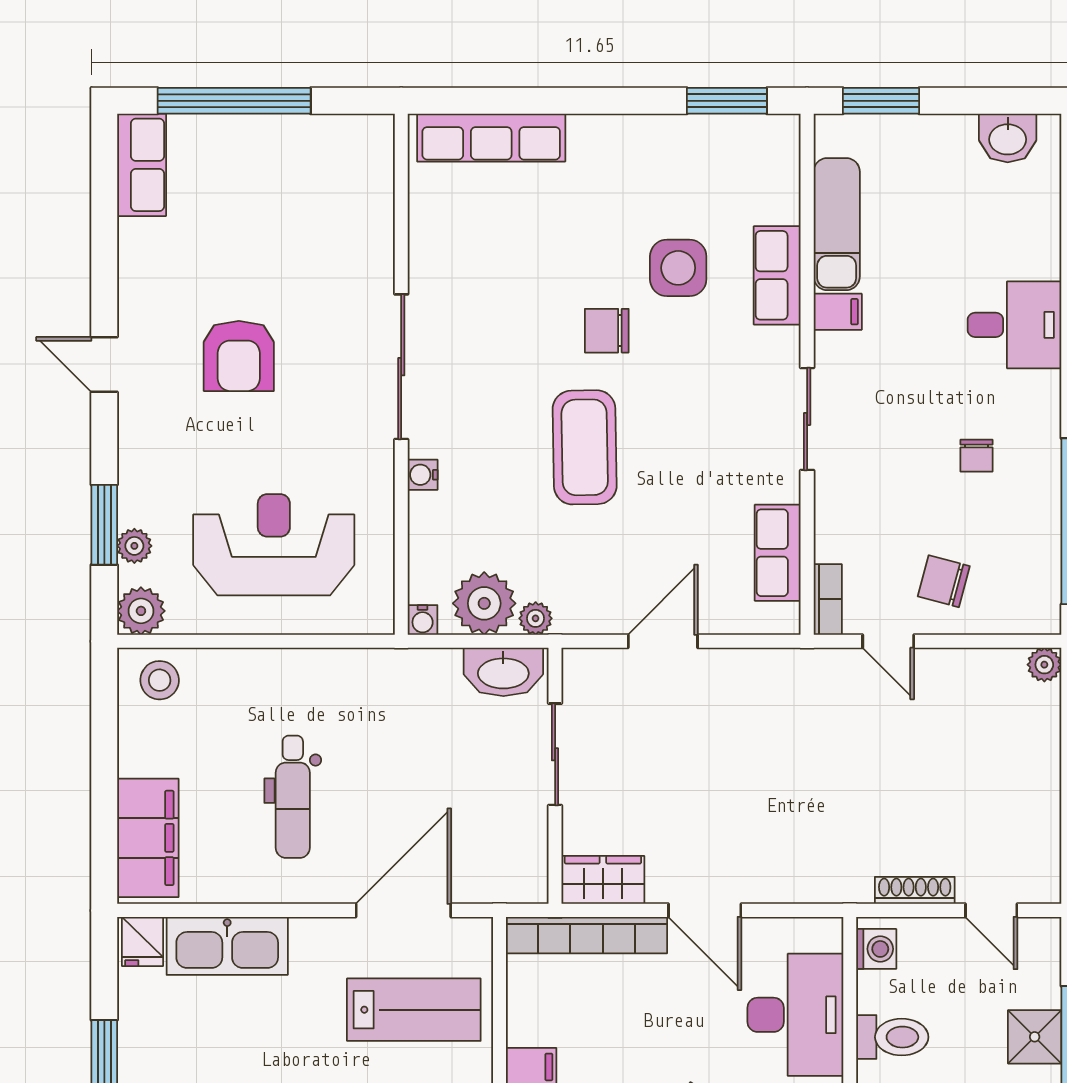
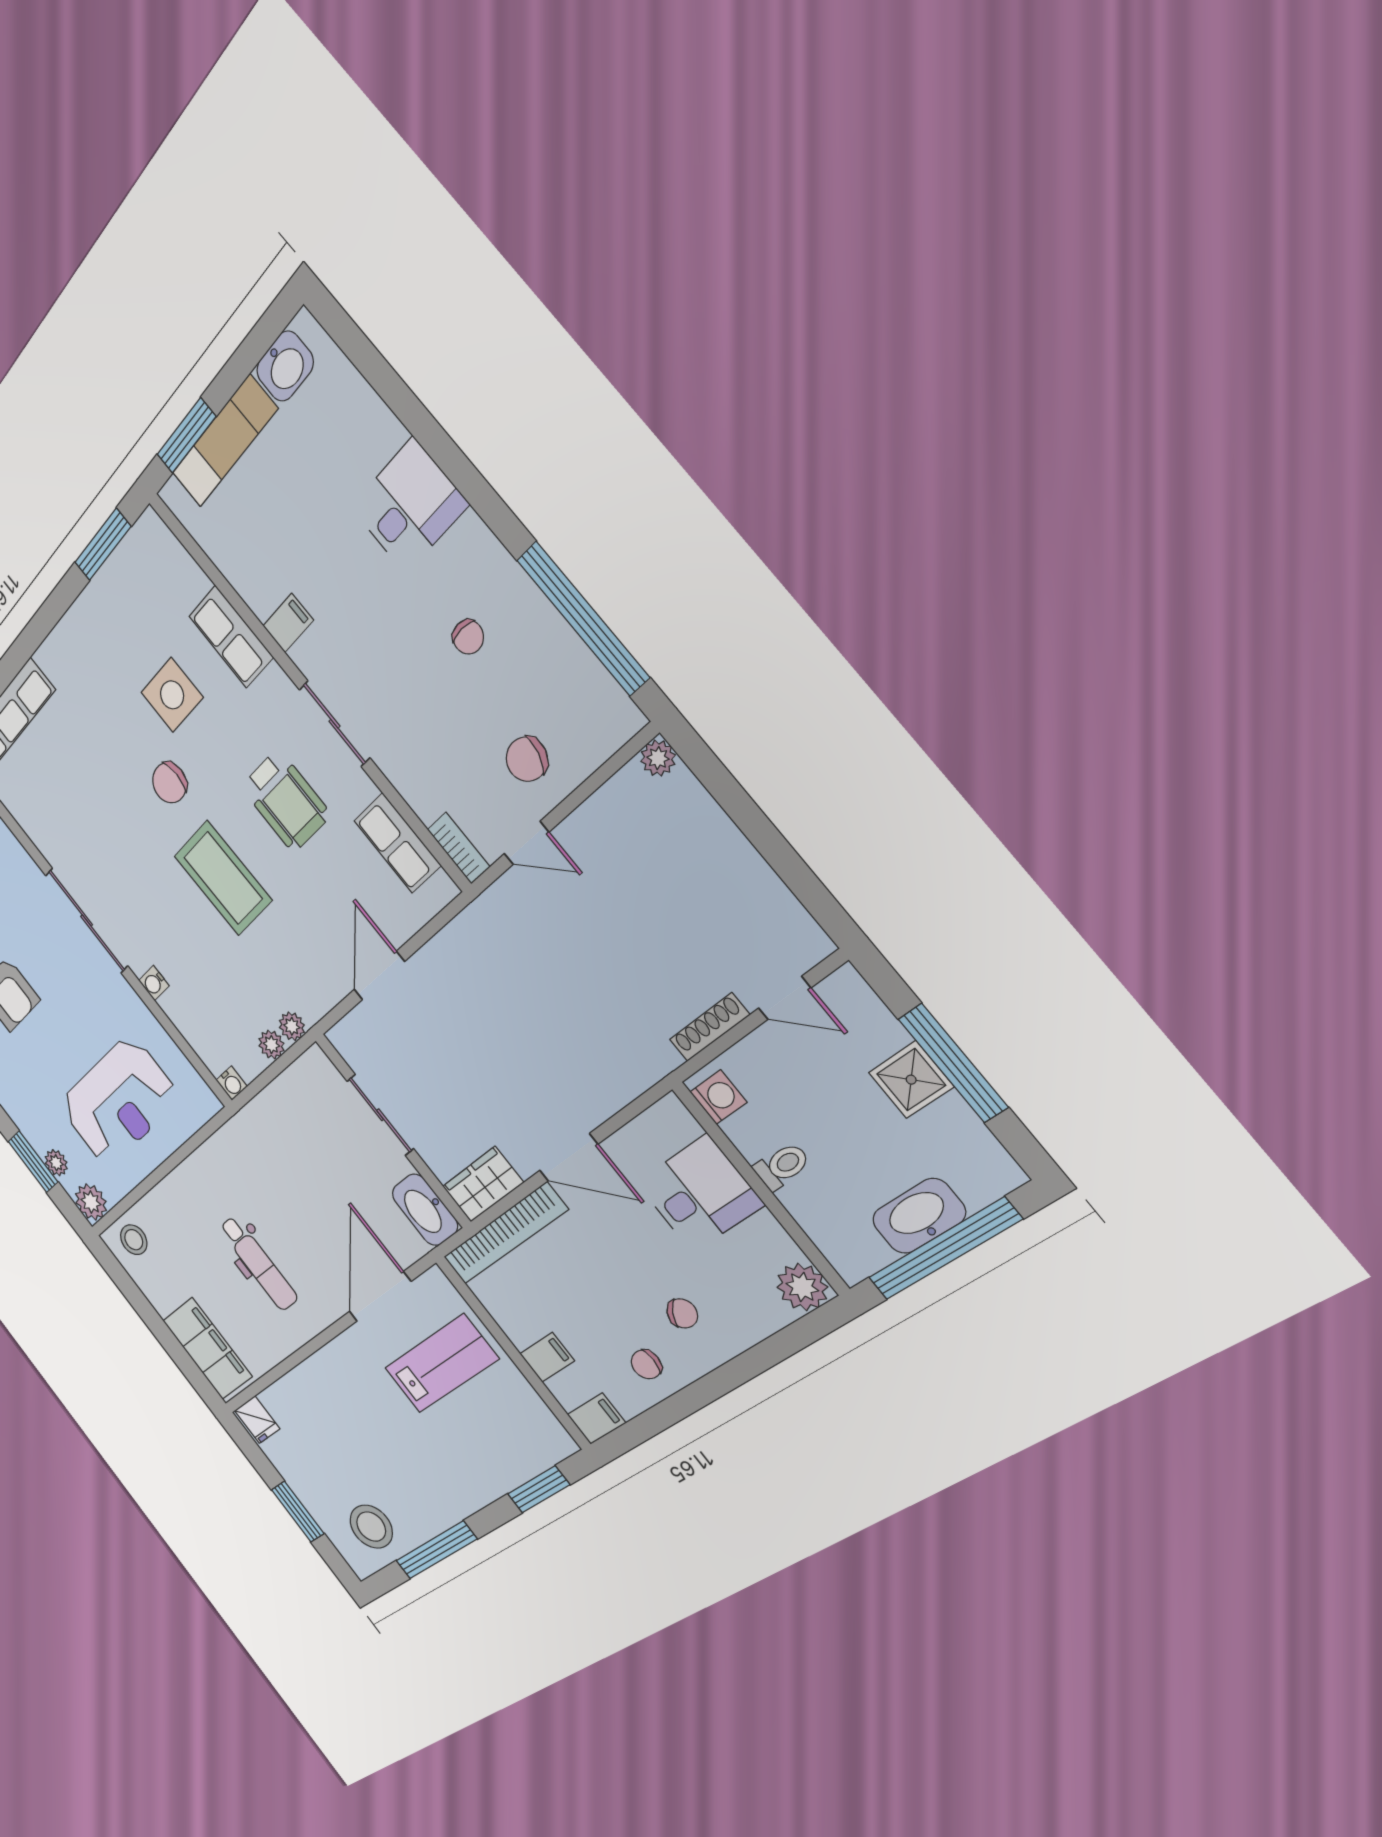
exam couch: (837, 224) -> (225, 441), moved, turned 90
wheelchair: (706, 438) -> (286, 801), added
reception desk: (274, 545) -> (119, 1101), turned 180
plant: (484, 603) -> (271, 1045), width x0.53, depth x0.53
washbasin: (503, 672) -> (425, 1210), moved, turned 90
kitchen sink: (227, 946) -> (303, 1391), removed
desk: (795, 1015) -> (700, 1194), width x0.73
toilet: (892, 1037) -> (782, 1166), width x0.73, depth x0.72

